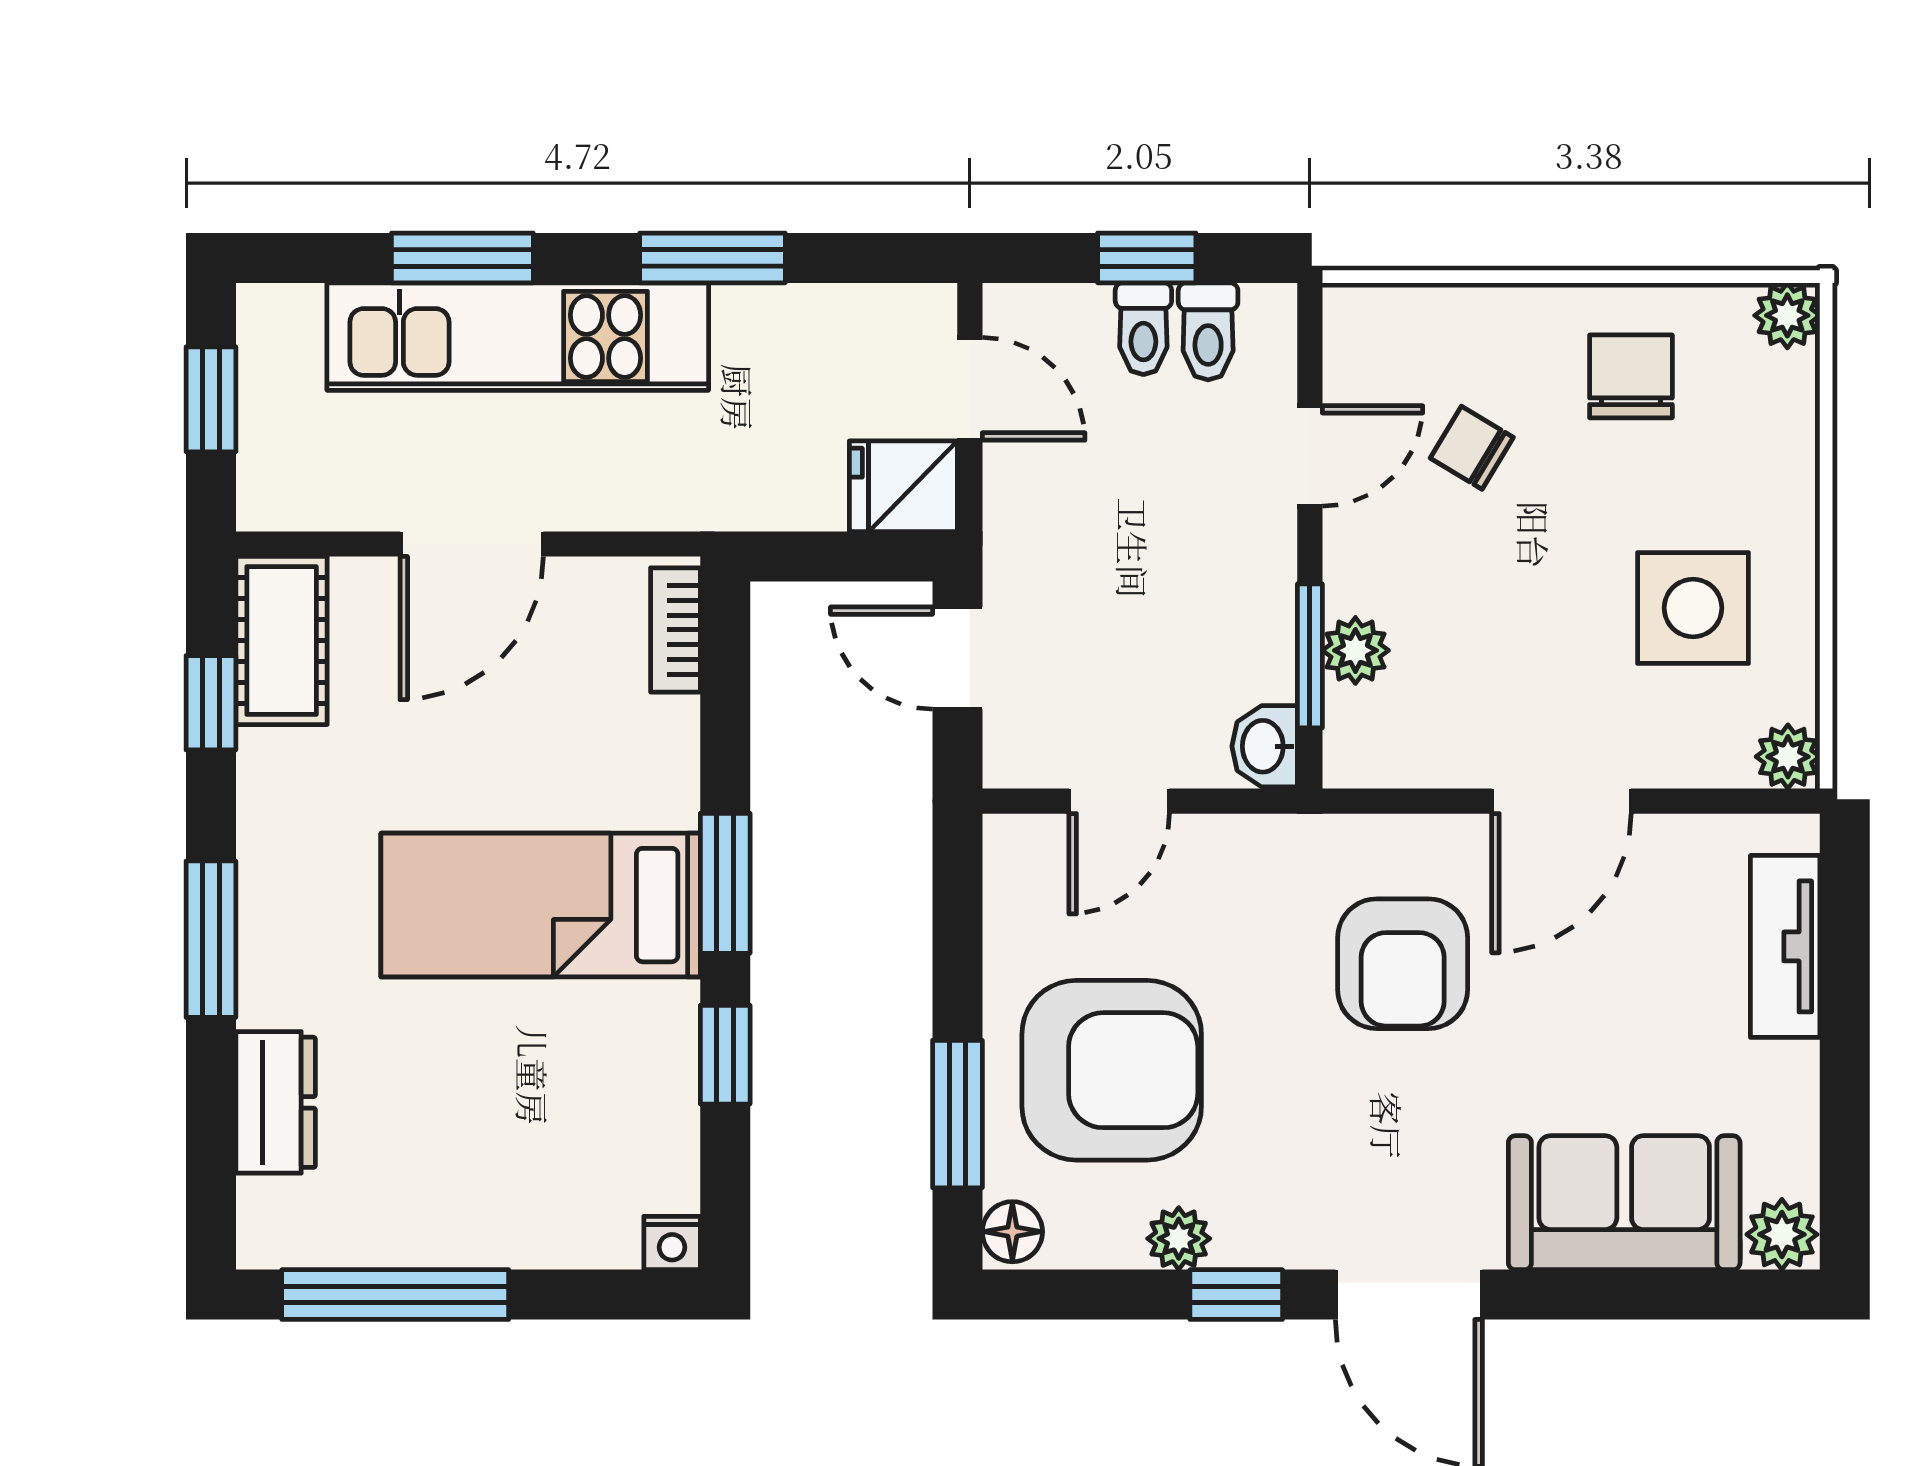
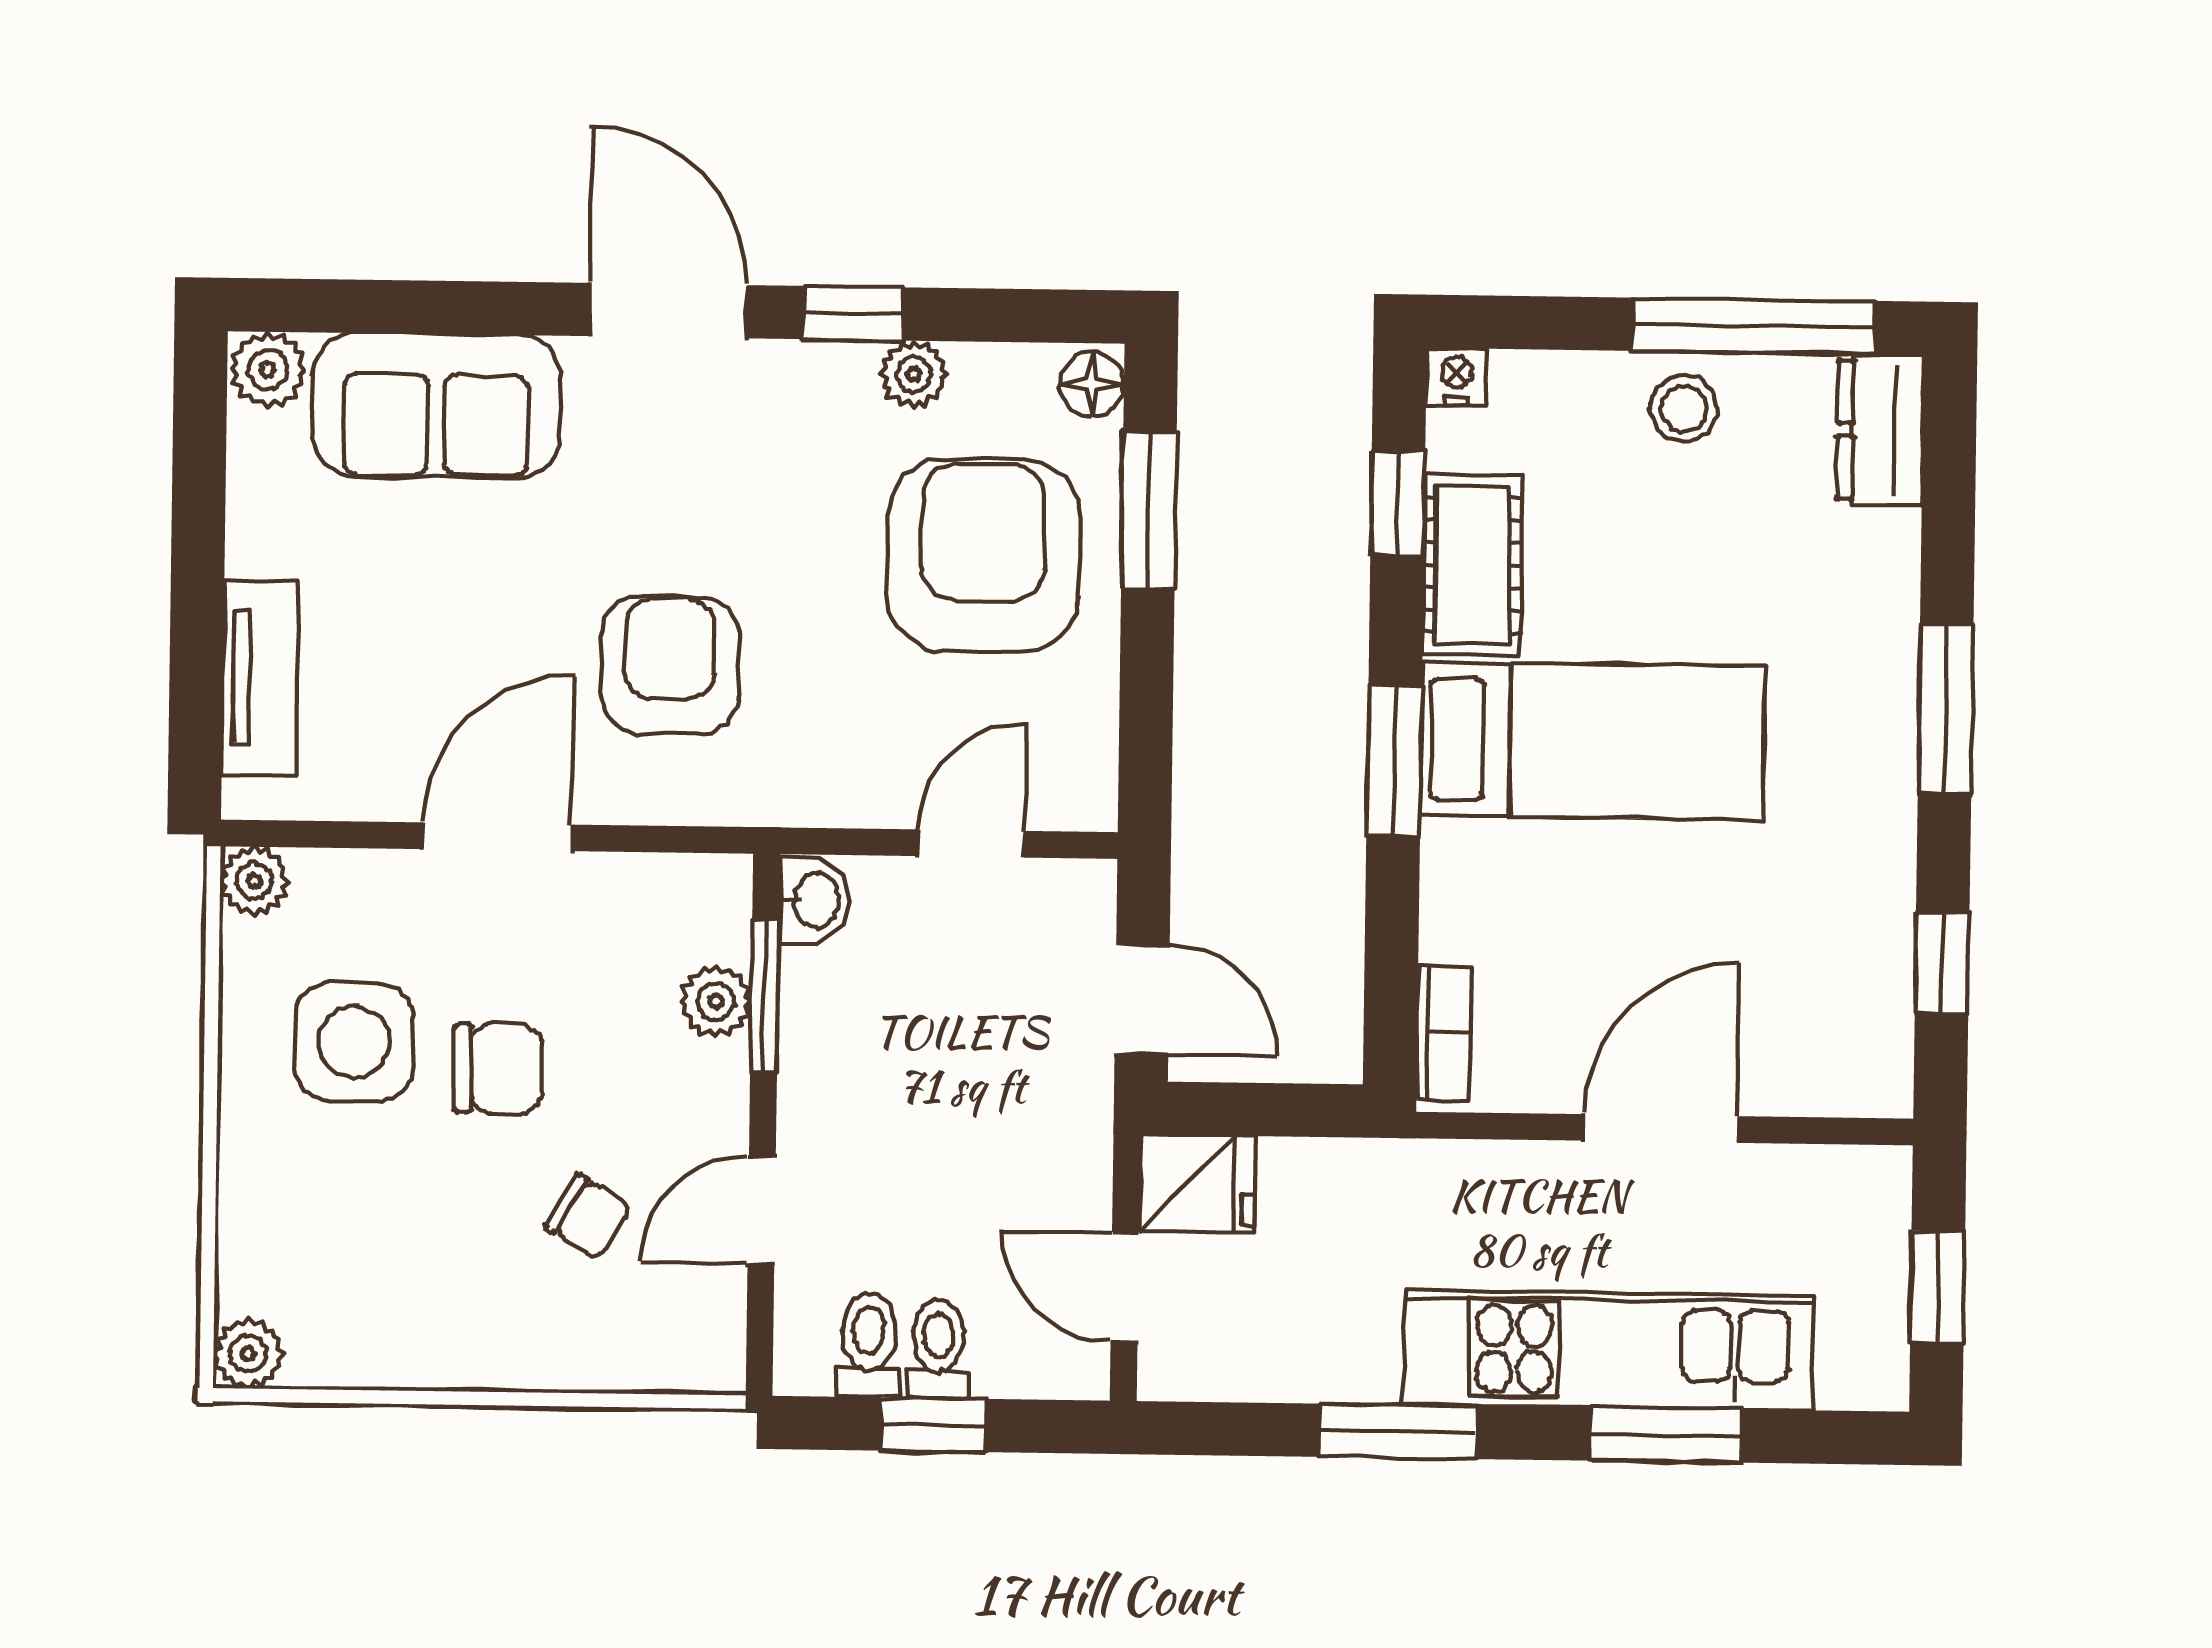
chair: (1631, 376) -> (498, 1069), moved, turned -90
cot: (282, 641) -> (1473, 565), moved
window: (725, 1055) -> (1398, 503), moved
armchair: (1112, 1070) -> (983, 555), turned 90
dresser: (276, 1102) -> (1880, 430), moved
stool: (459, 1217) -> (1684, 408), added

